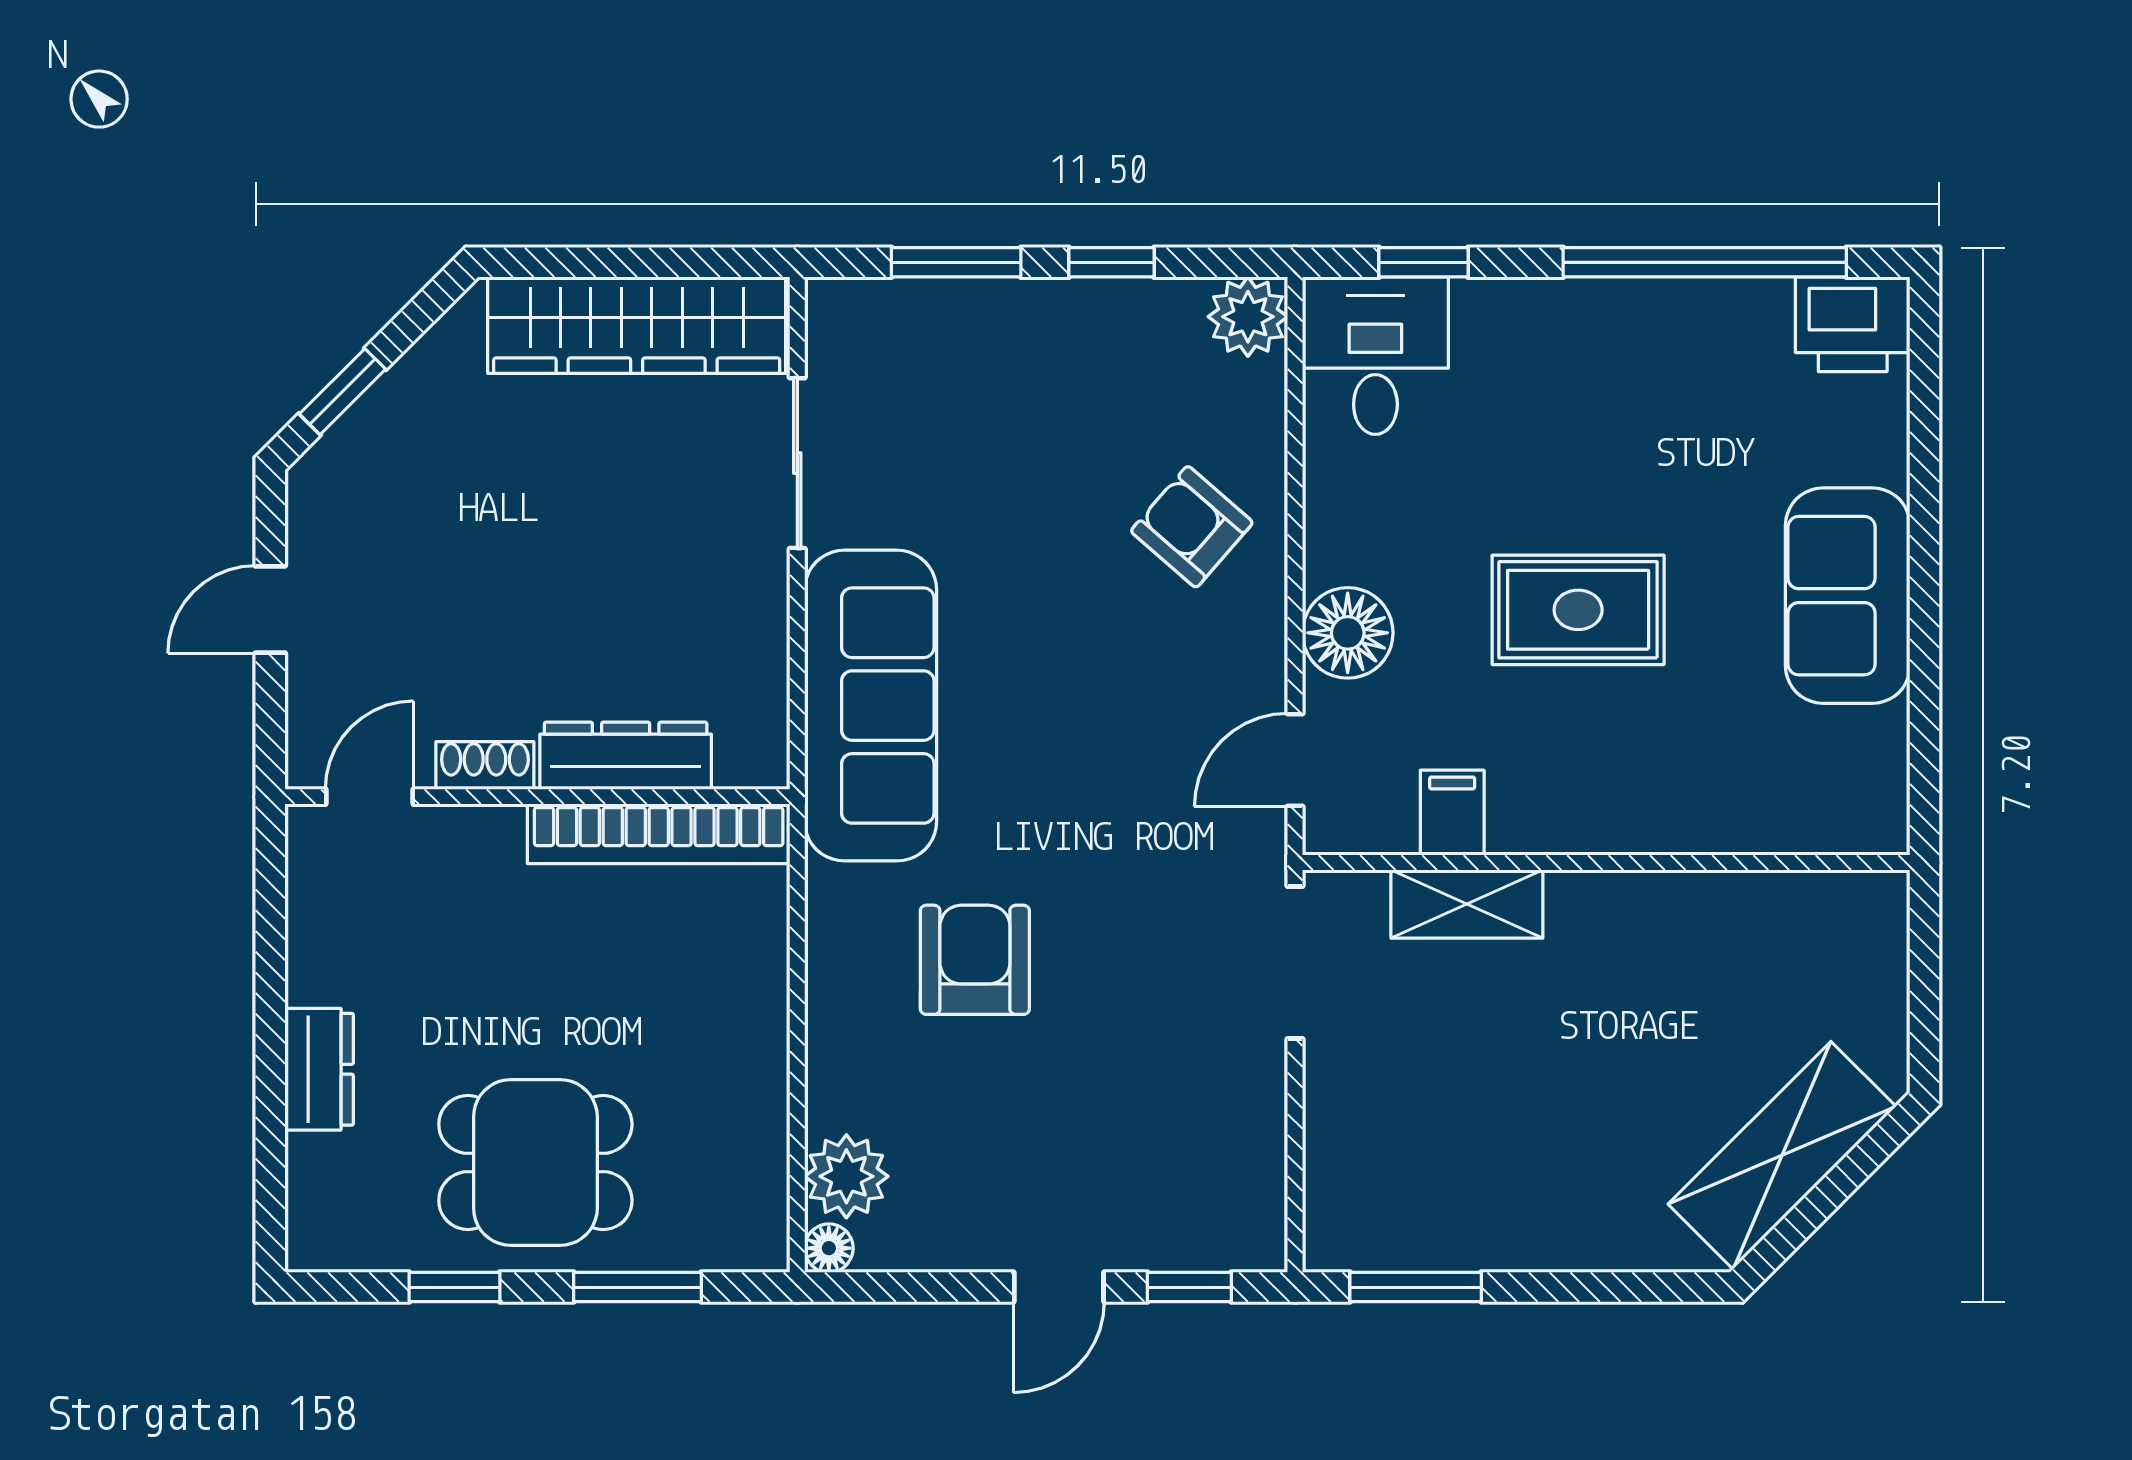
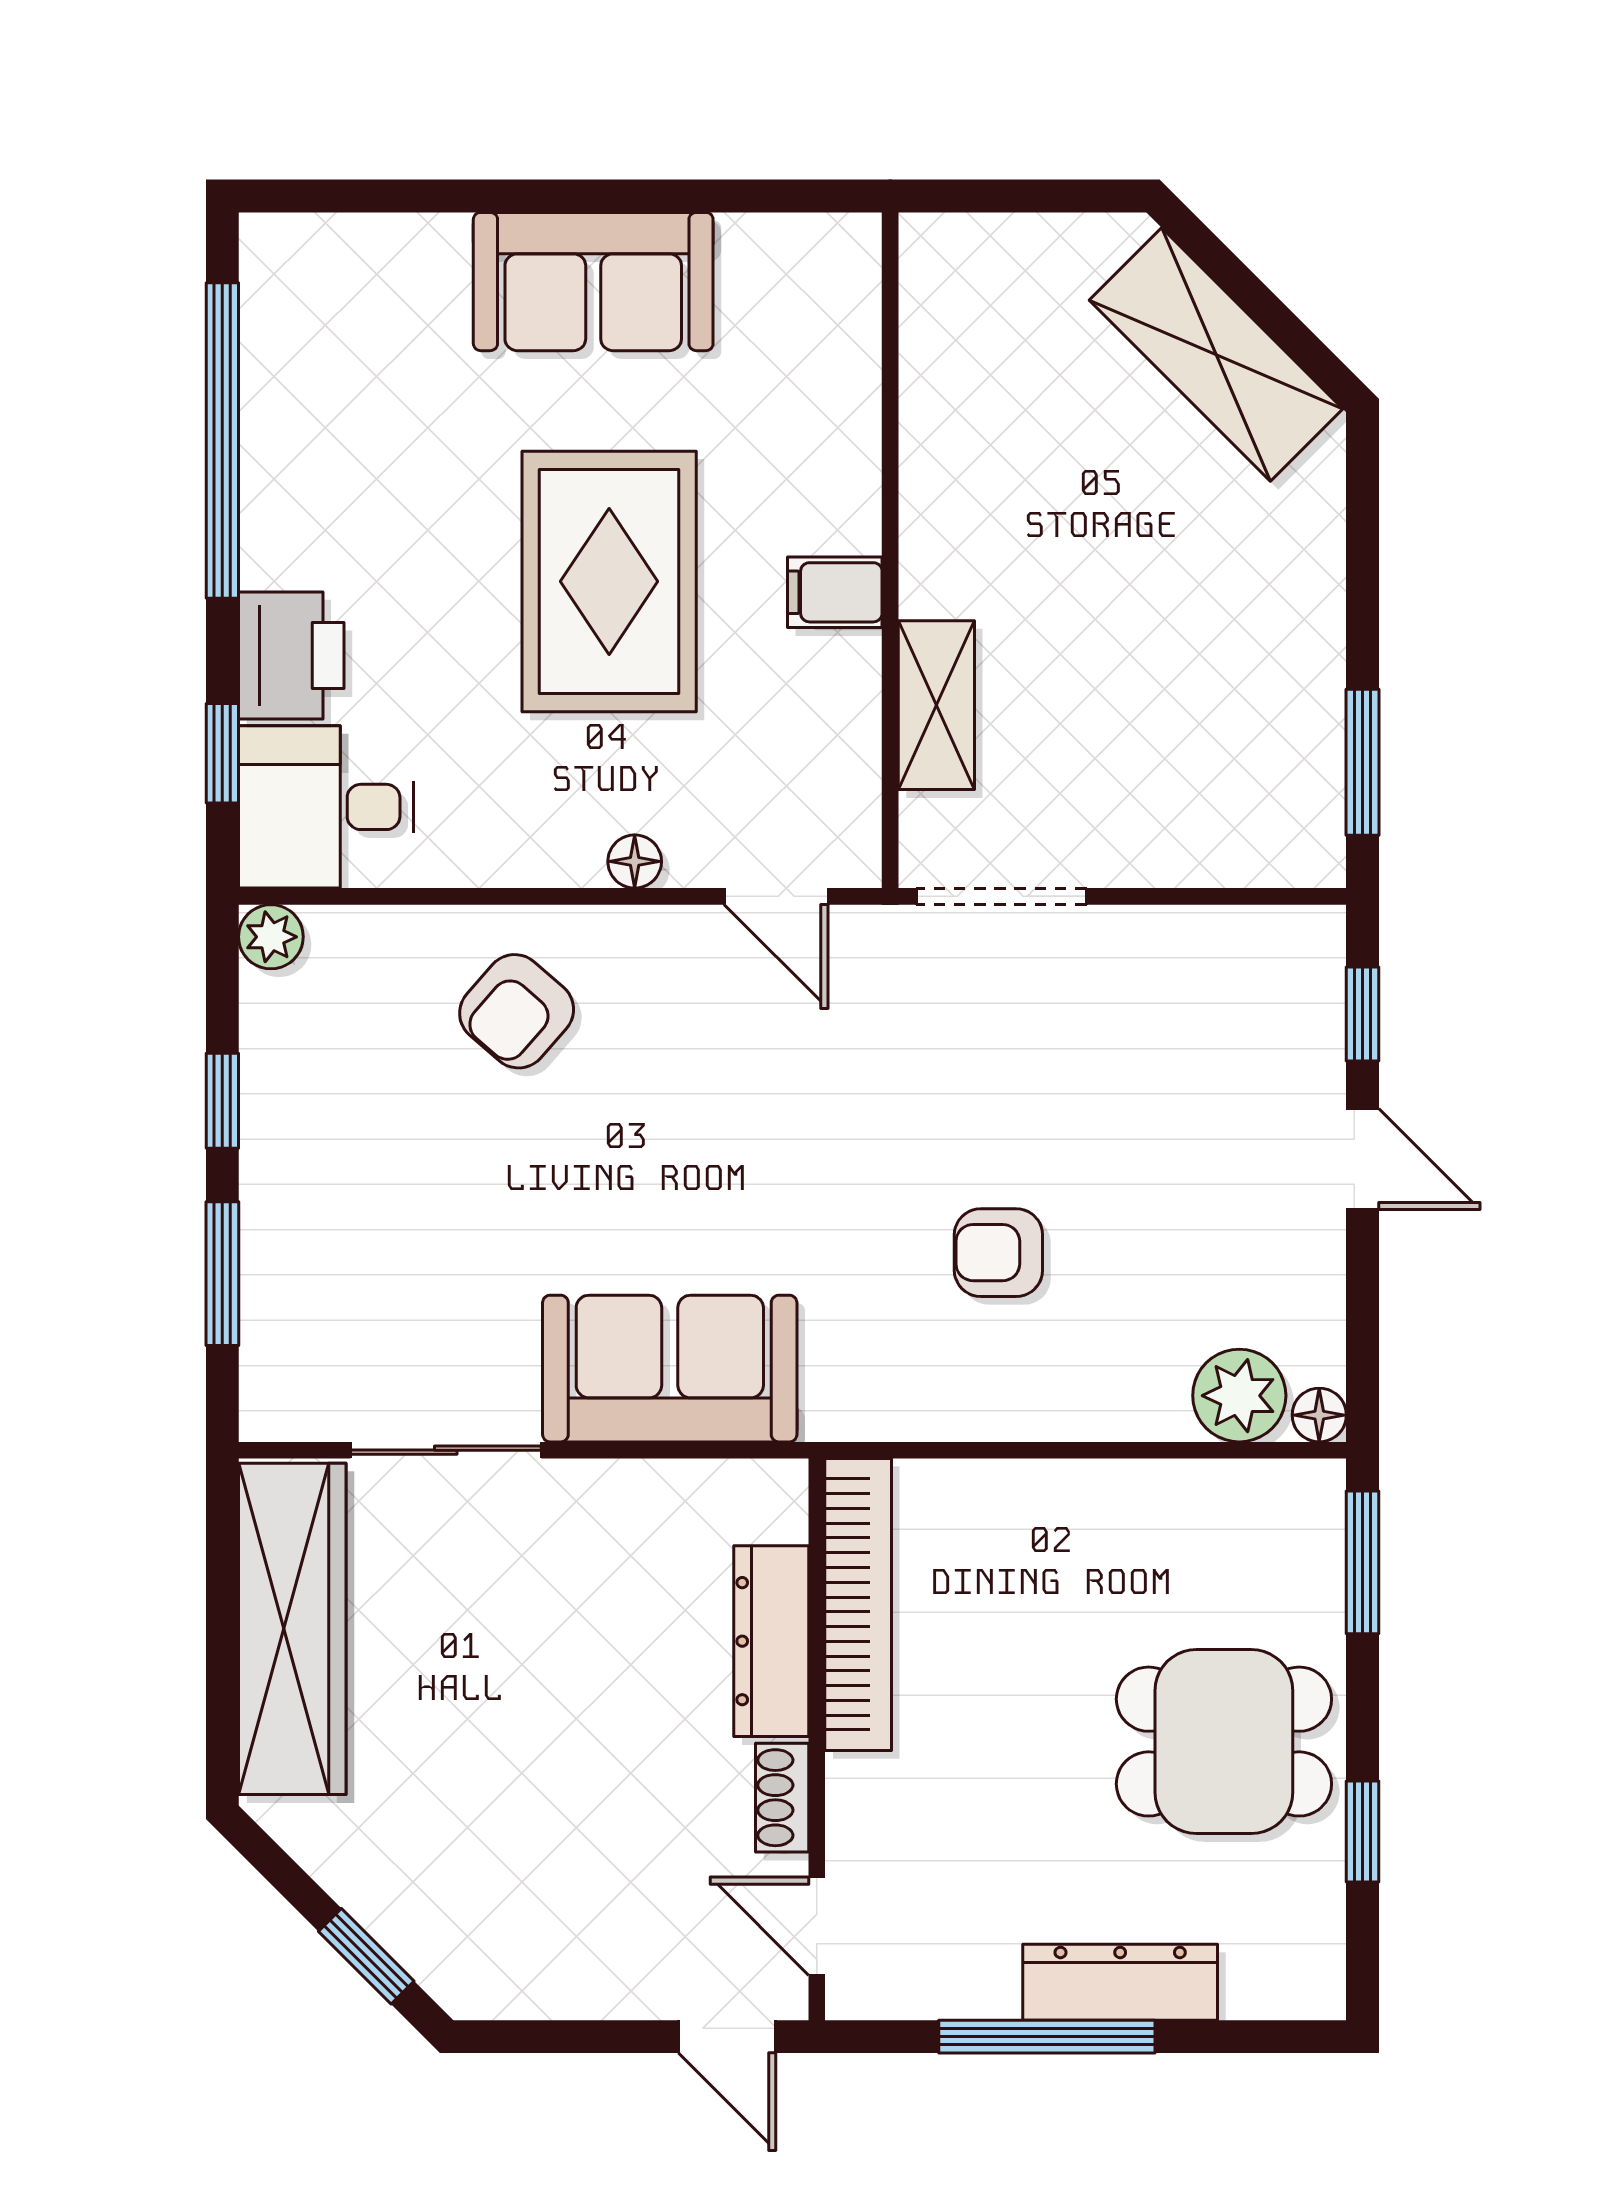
plant: (1248, 317) -> (271, 937), width x0.73, depth x0.73
printer: (1853, 324) -> (291, 656), moved
door: (270, 609) -> (727, 2037), moved
rug: (1578, 610) -> (609, 581), width x1.36, depth x1.43
floor lamp: (1348, 633) -> (635, 861), width x0.53, depth x0.53
sofa: (871, 706) -> (670, 1369), width x0.73
filing cabinet: (1452, 813) -> (835, 592), moved
armchair: (975, 960) -> (998, 1253), width x0.72, depth x0.72
window: (270, 1003) -> (1047, 2037), added
dresser: (319, 1069) -> (1120, 1982), width x1.44
dining table: (535, 1162) -> (1224, 1742), turned 90
window: (638, 1287) -> (1363, 1562), moved

